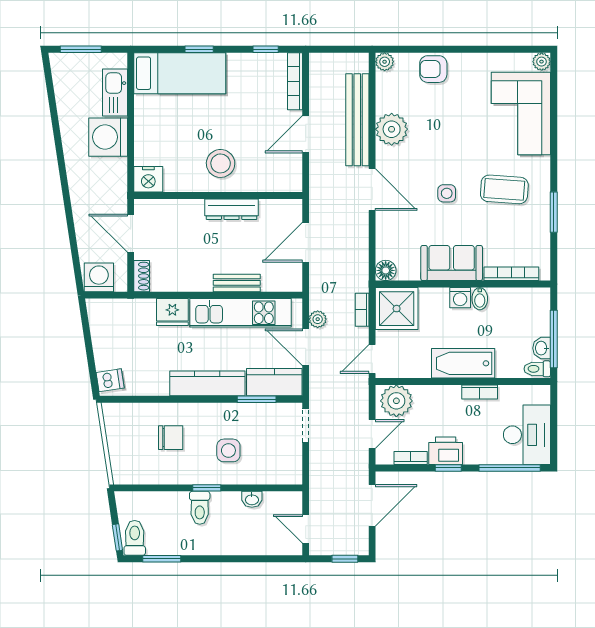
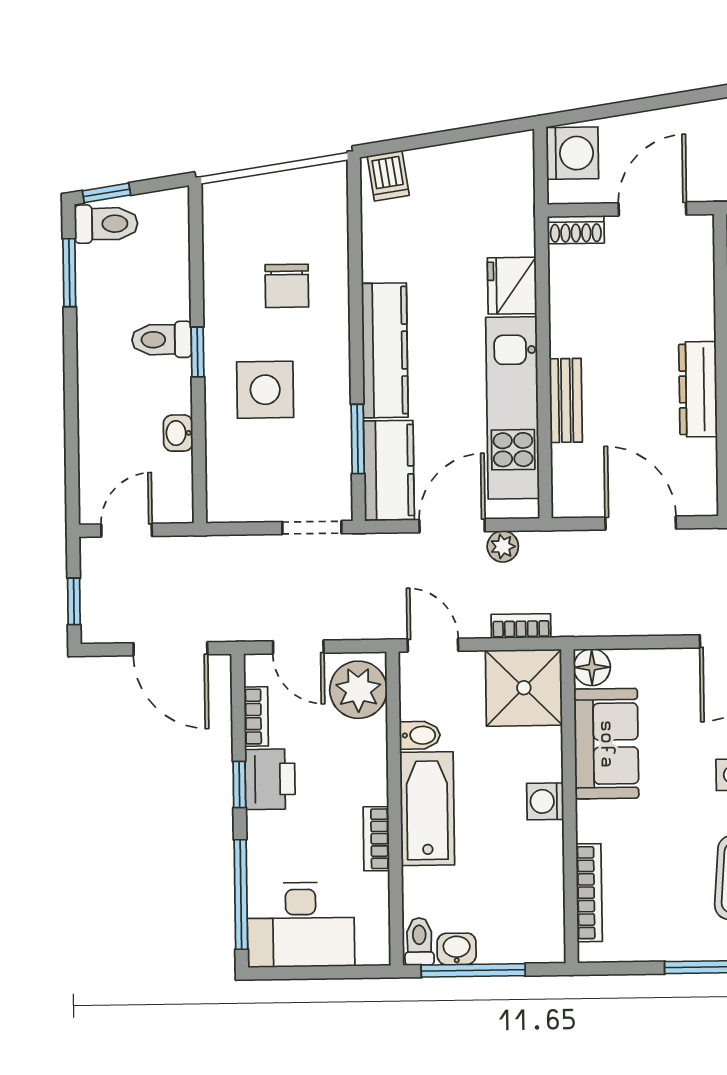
sofa: (452, 263) -> (606, 744), moved
bidet: (480, 299) -> (420, 735), moved, turned 180
side table: (228, 450) -> (265, 390), width x1.37, depth x1.37

